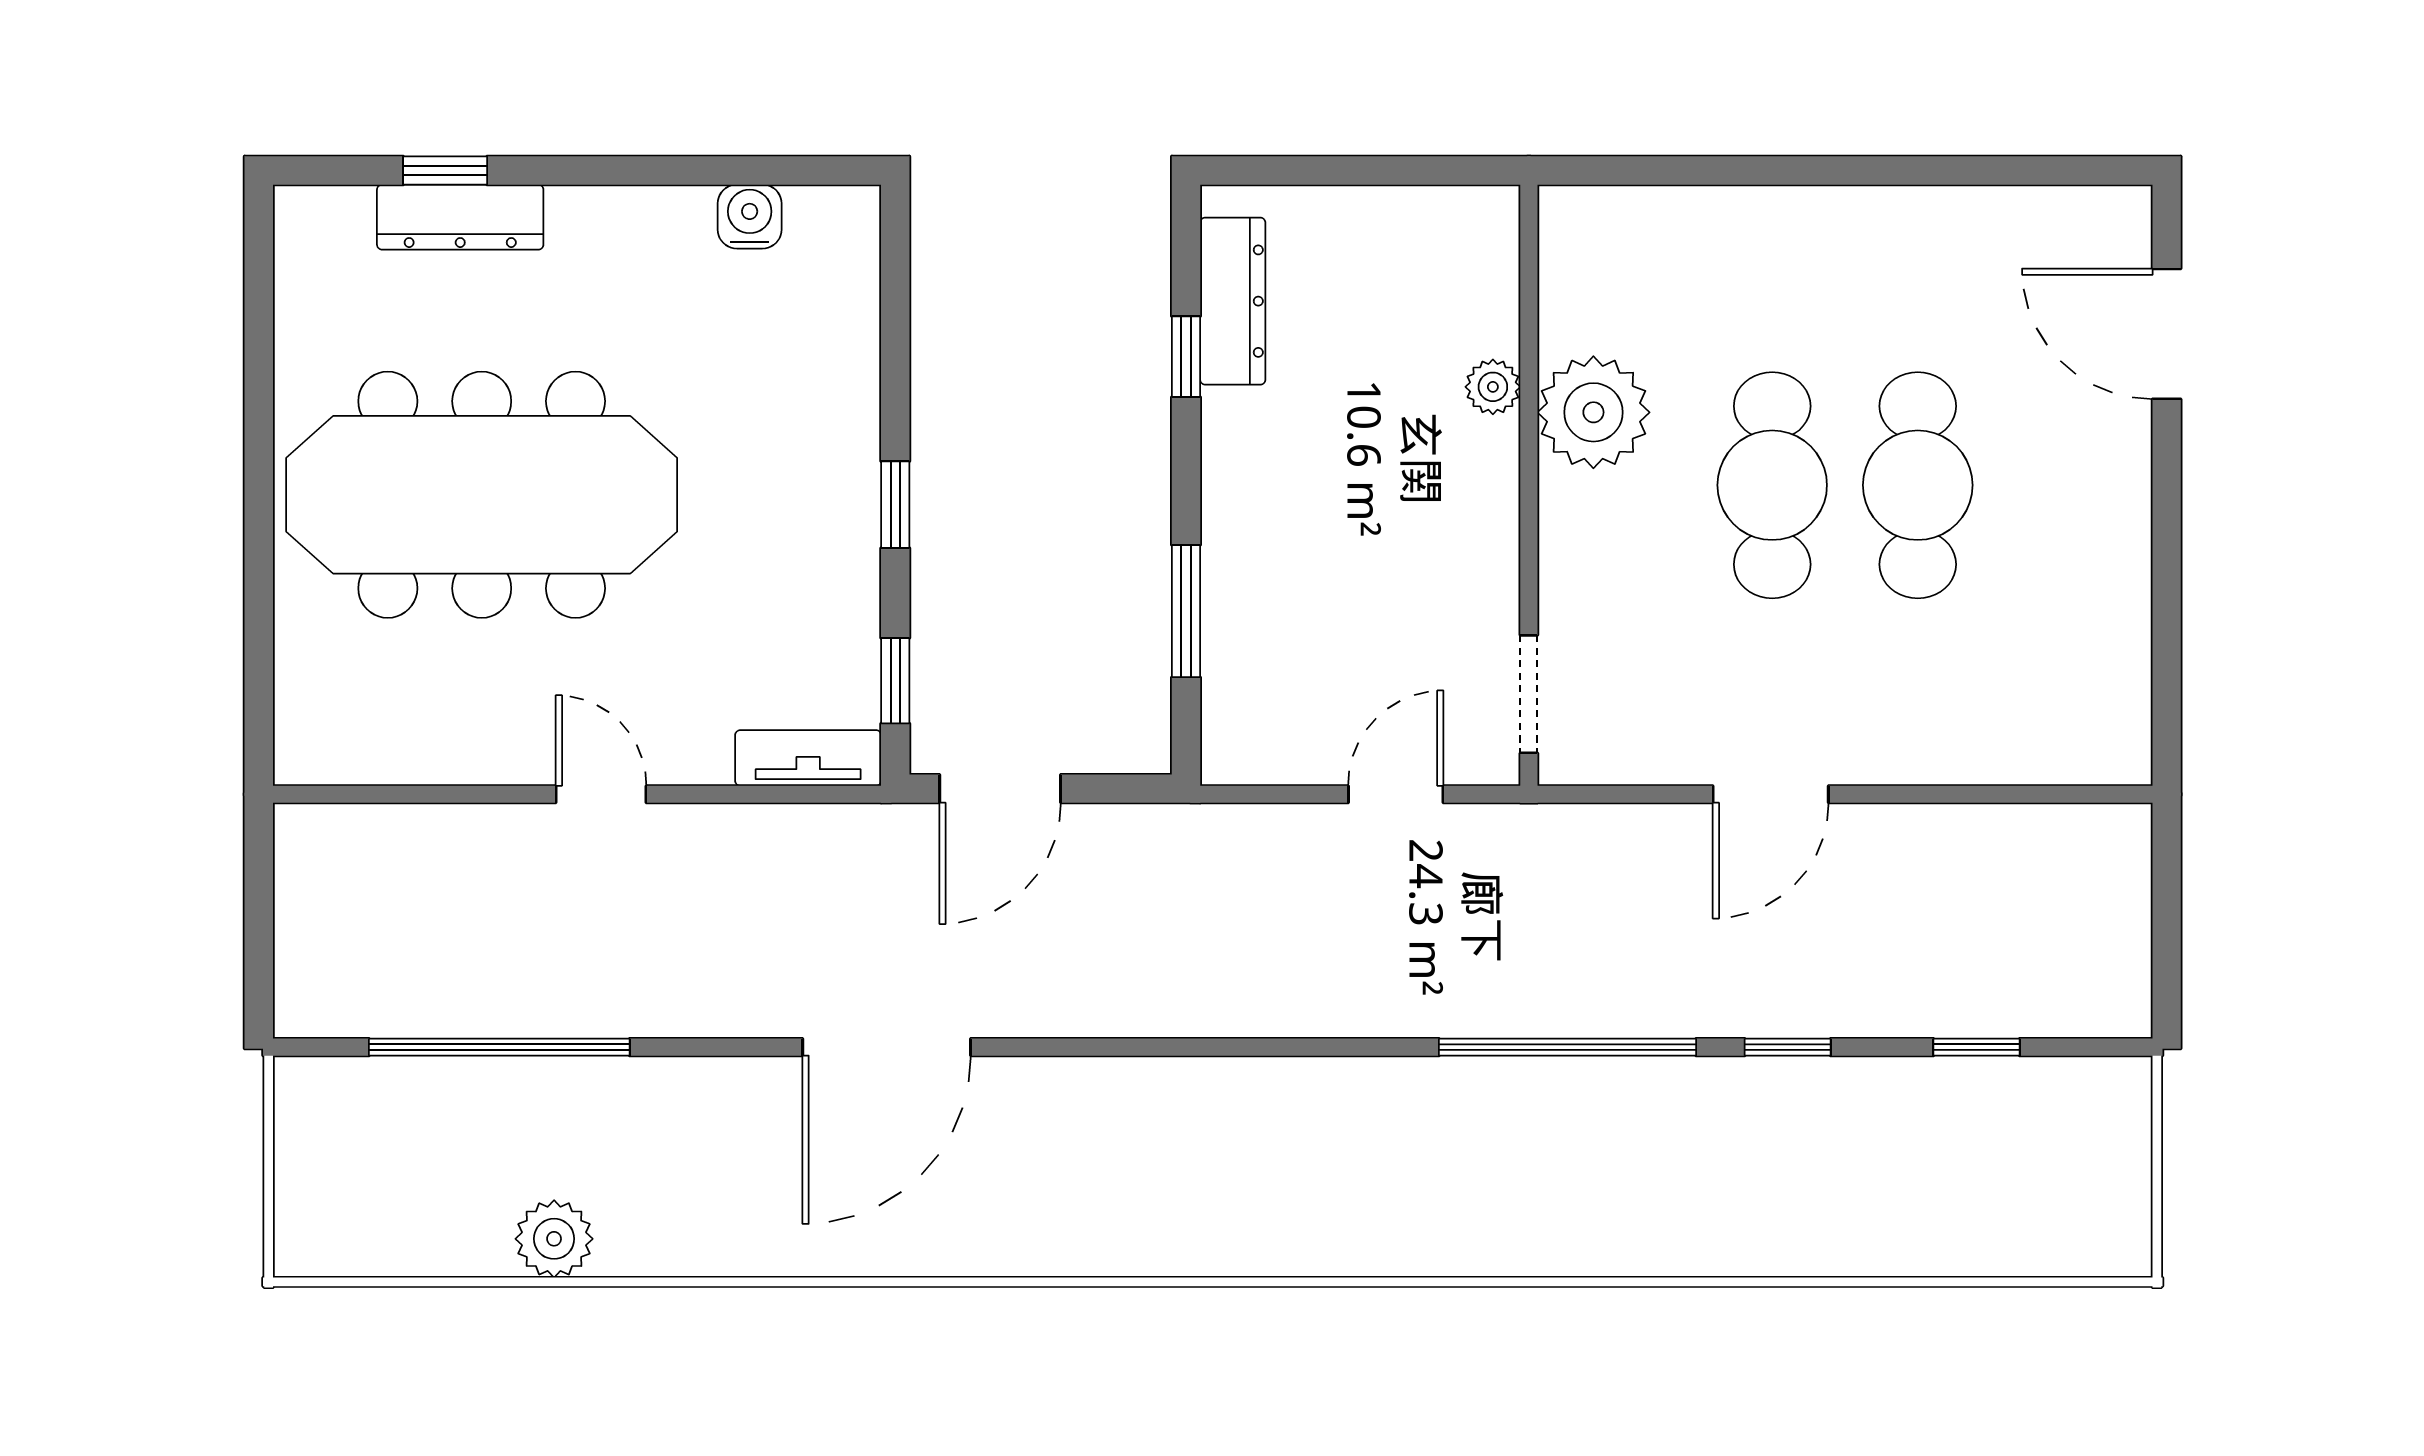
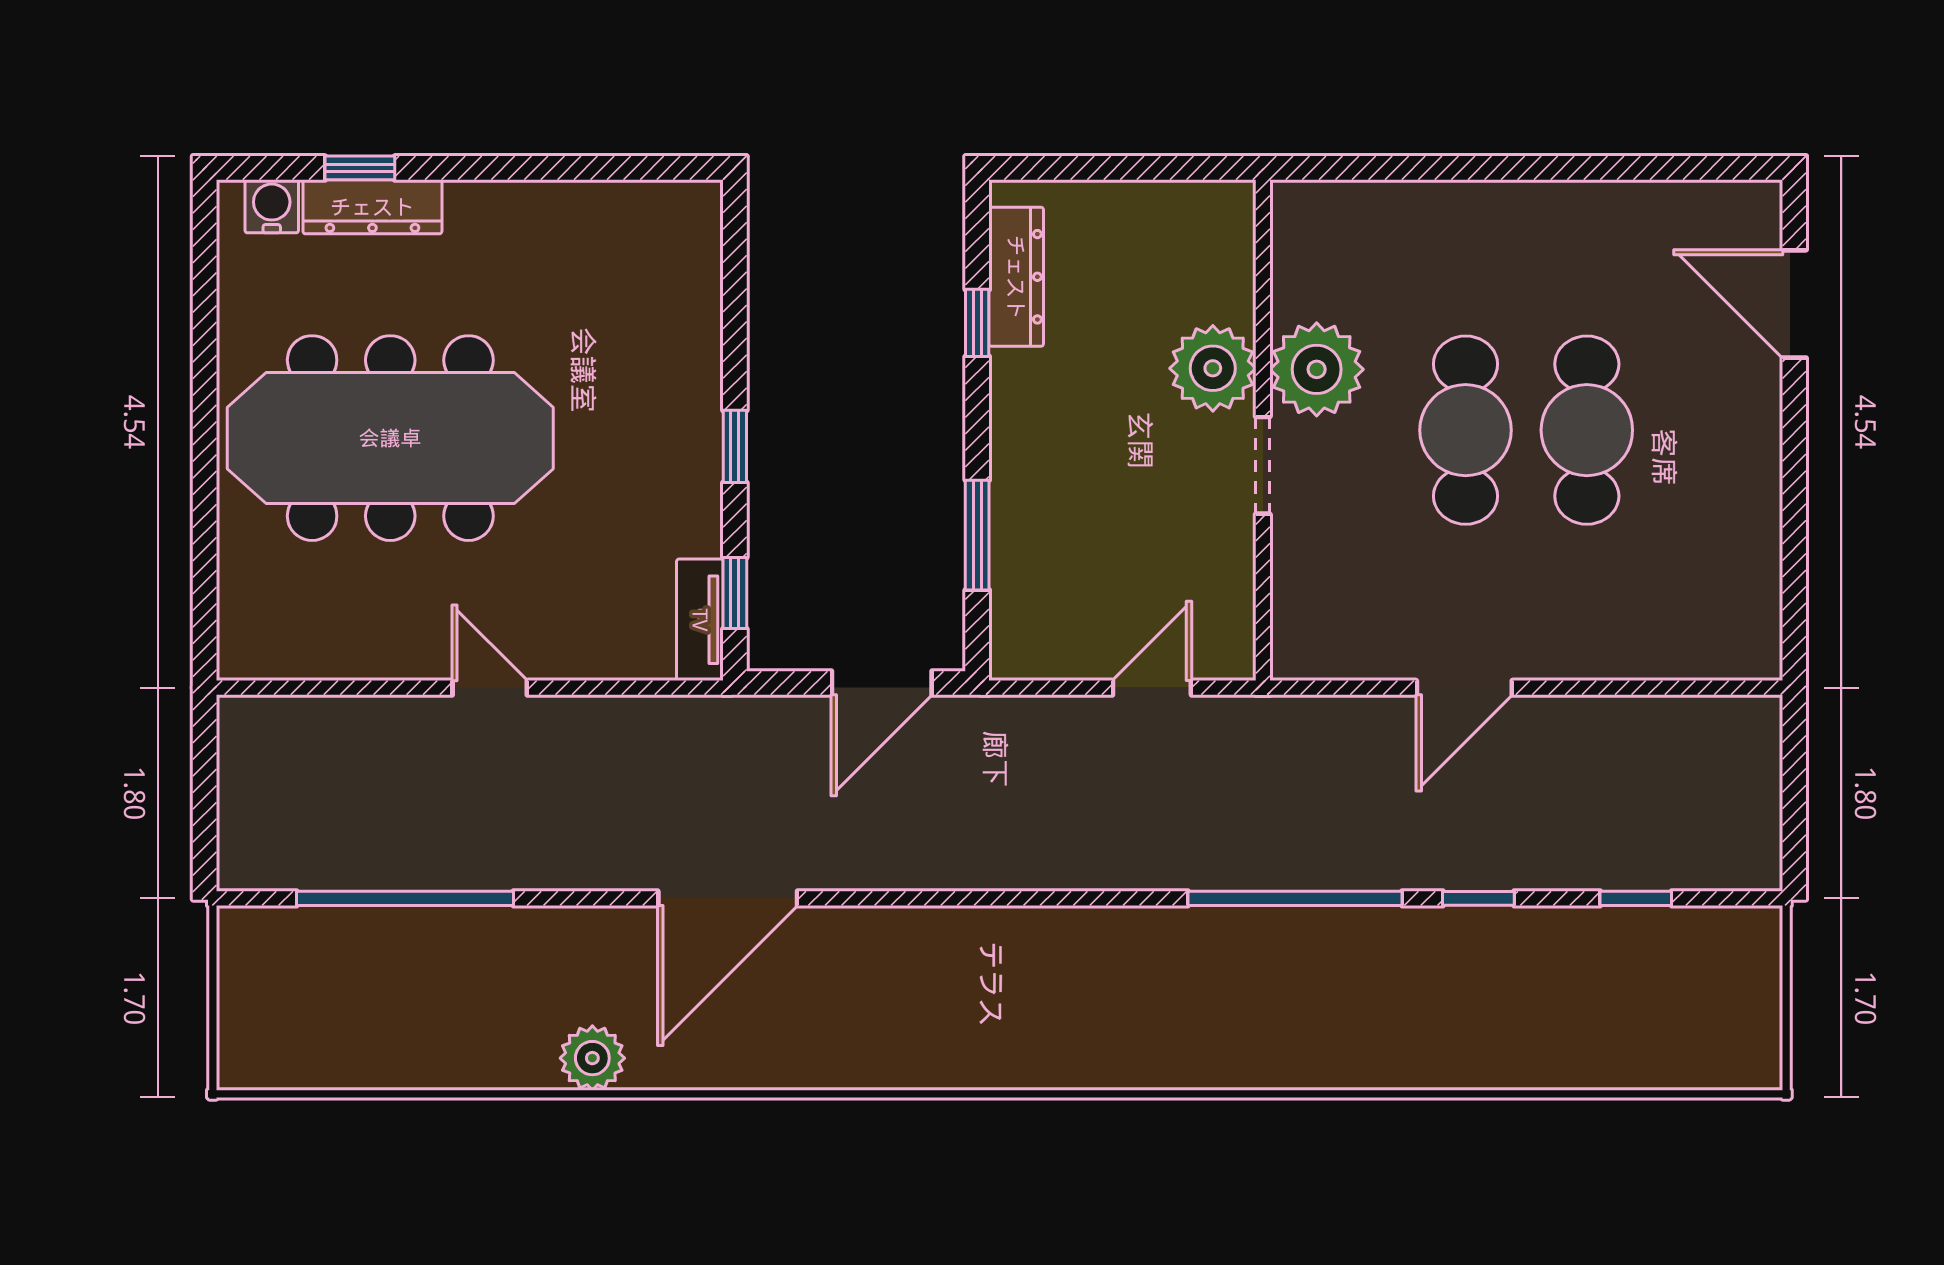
water cooler: (750, 217) -> (272, 206), moved
plant: (1493, 387) -> (1213, 368), width x1.88, depth x1.88
doorway: (1529, 694) -> (1263, 465), moved
tv unit: (808, 758) -> (700, 620), moved, turned -90
door: (1000, 789) -> (882, 683), moved
plant: (554, 1239) -> (592, 1058), moved

